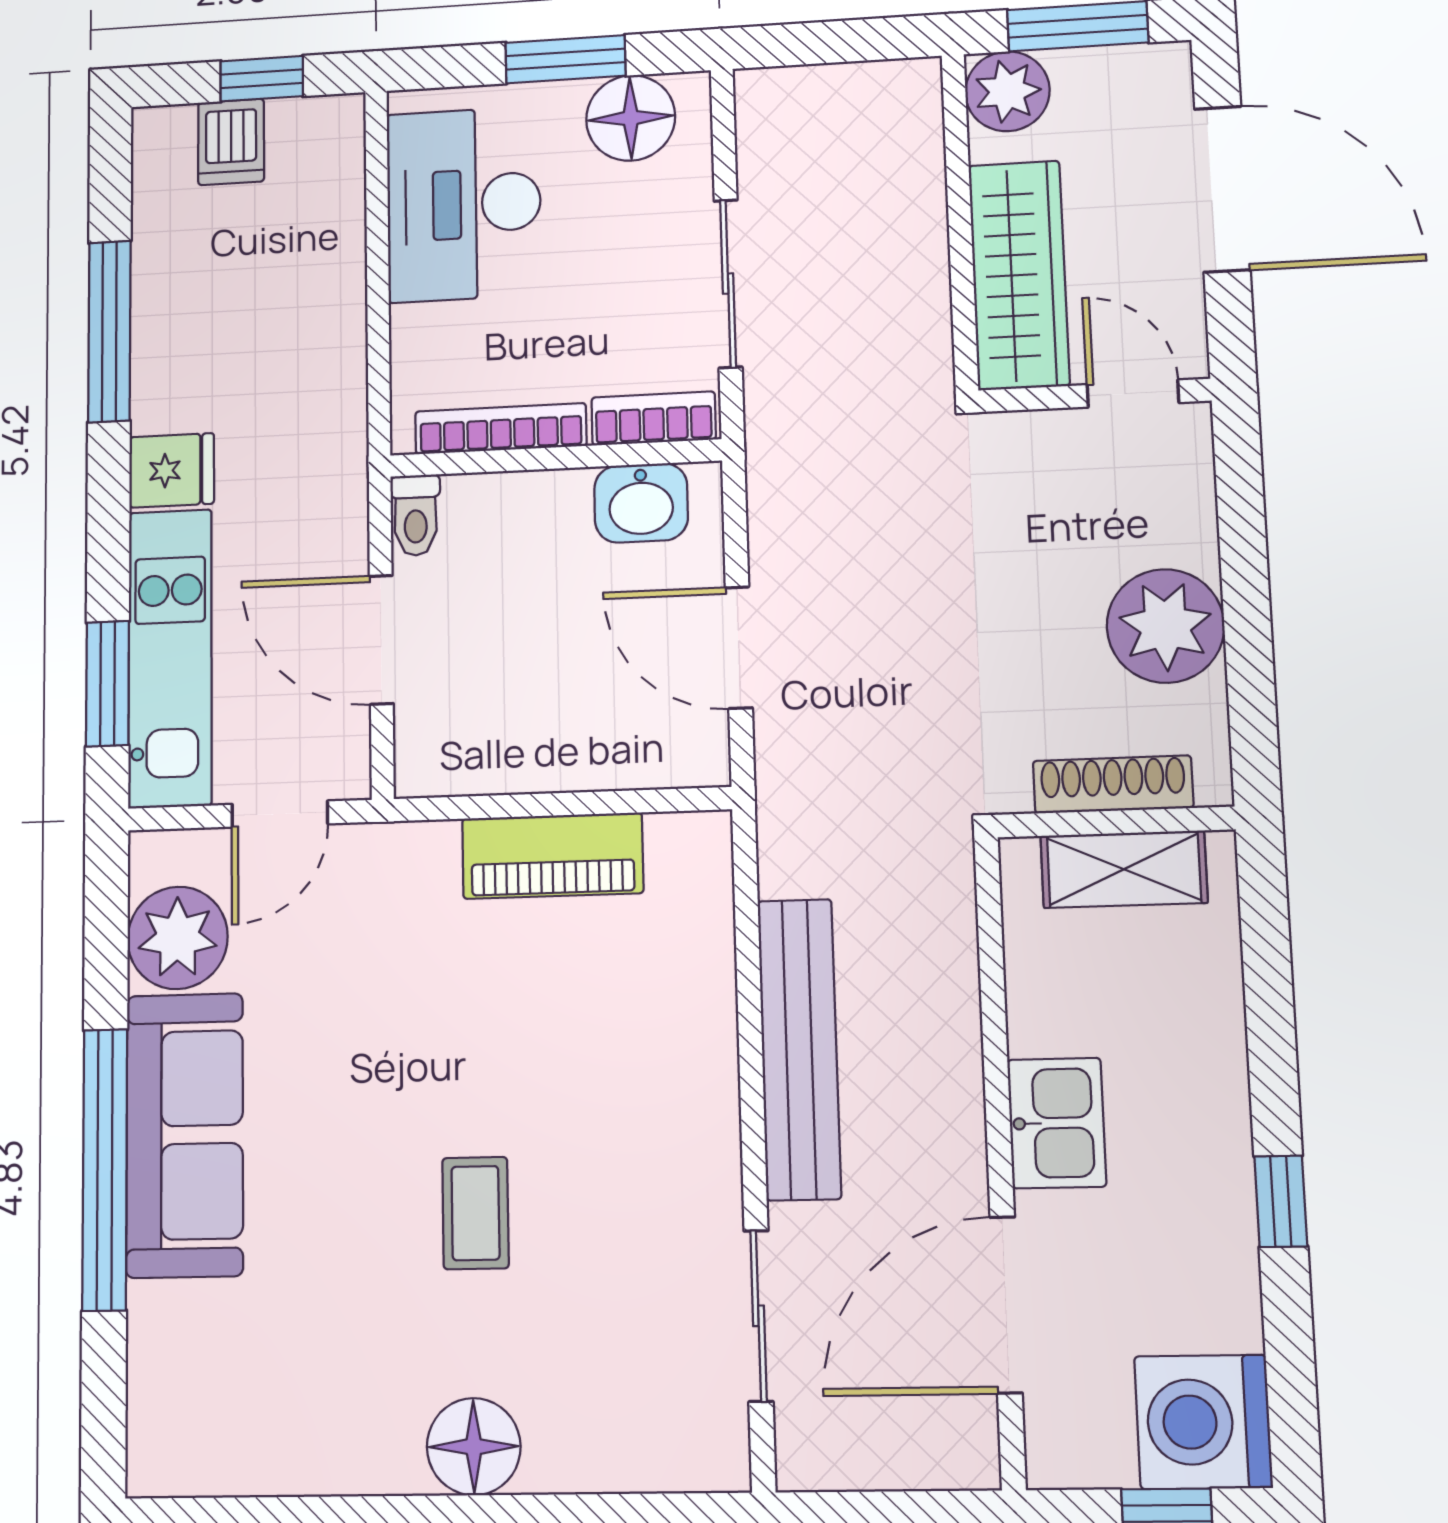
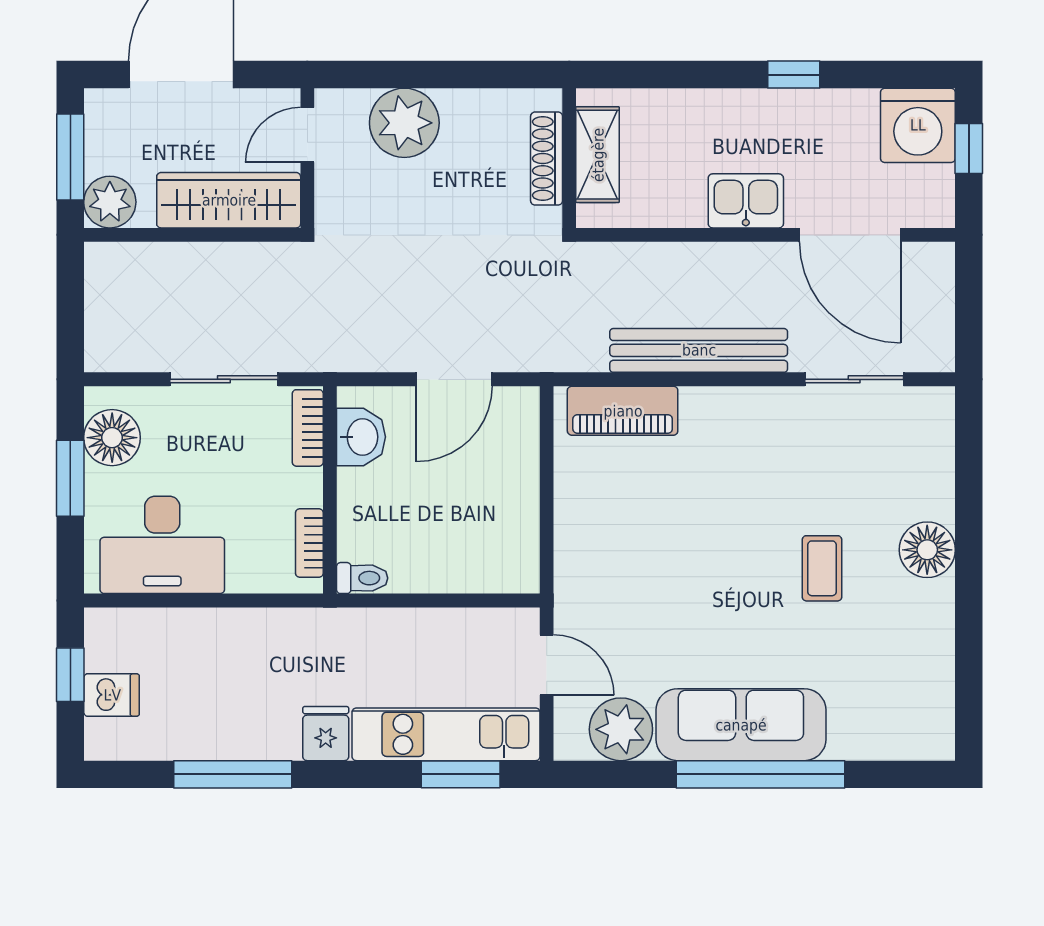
bookcase: (501, 429) -> (309, 543), width x0.64
plant: (1165, 626) -> (404, 123), moved
door: (381, 640) -> (440, 600), removed
piano: (552, 856) -> (623, 411), moved, turned 90
coffee table: (475, 1213) -> (822, 568), moved, turned 90

